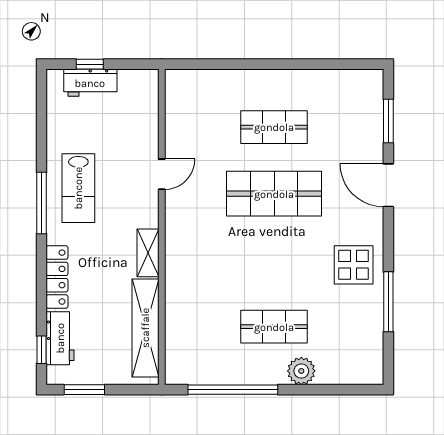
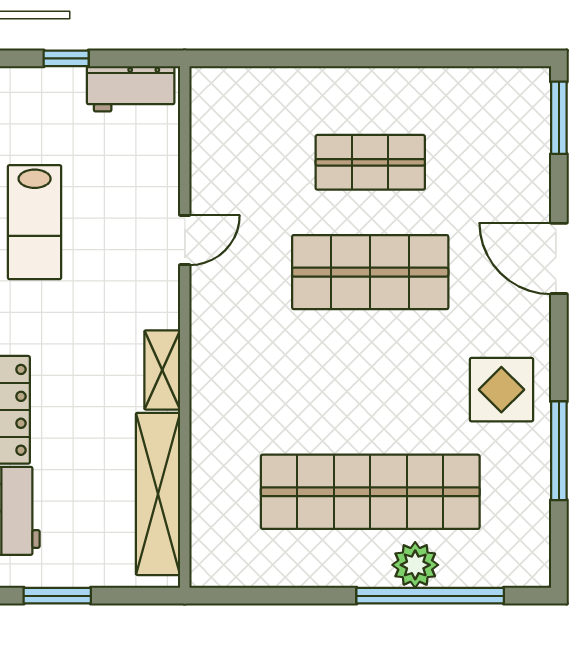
workbench: (90, 83) -> (131, 89), moved
window: (388, 121) -> (559, 118), moved
lab bench: (78, 188) -> (35, 222), moved
shop shelf: (274, 327) -> (370, 492), width x2.00, depth x1.36
window: (233, 390) -> (430, 596), moved

